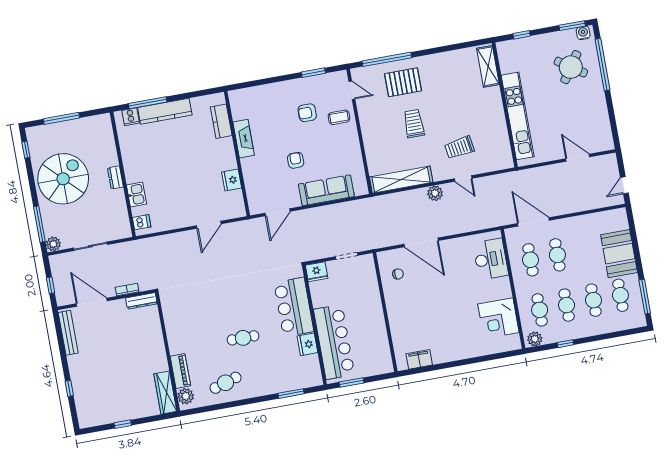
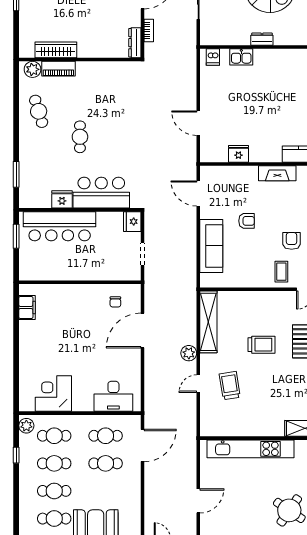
wardrobe: (165, 393) -> (56, 50), moved

